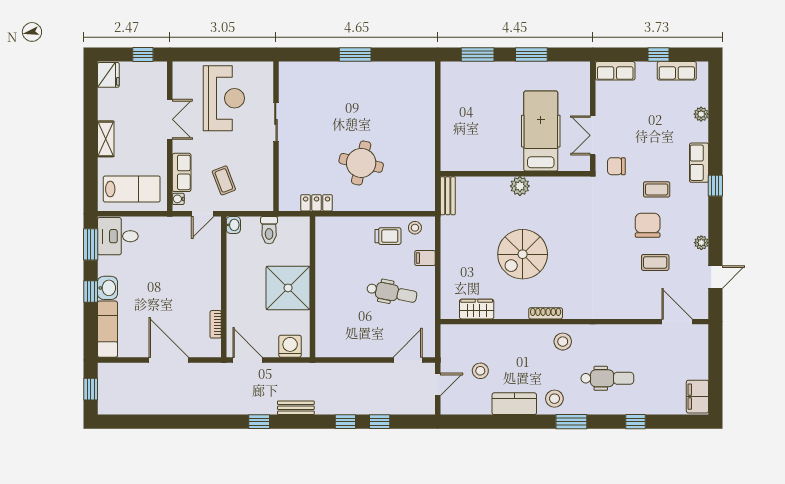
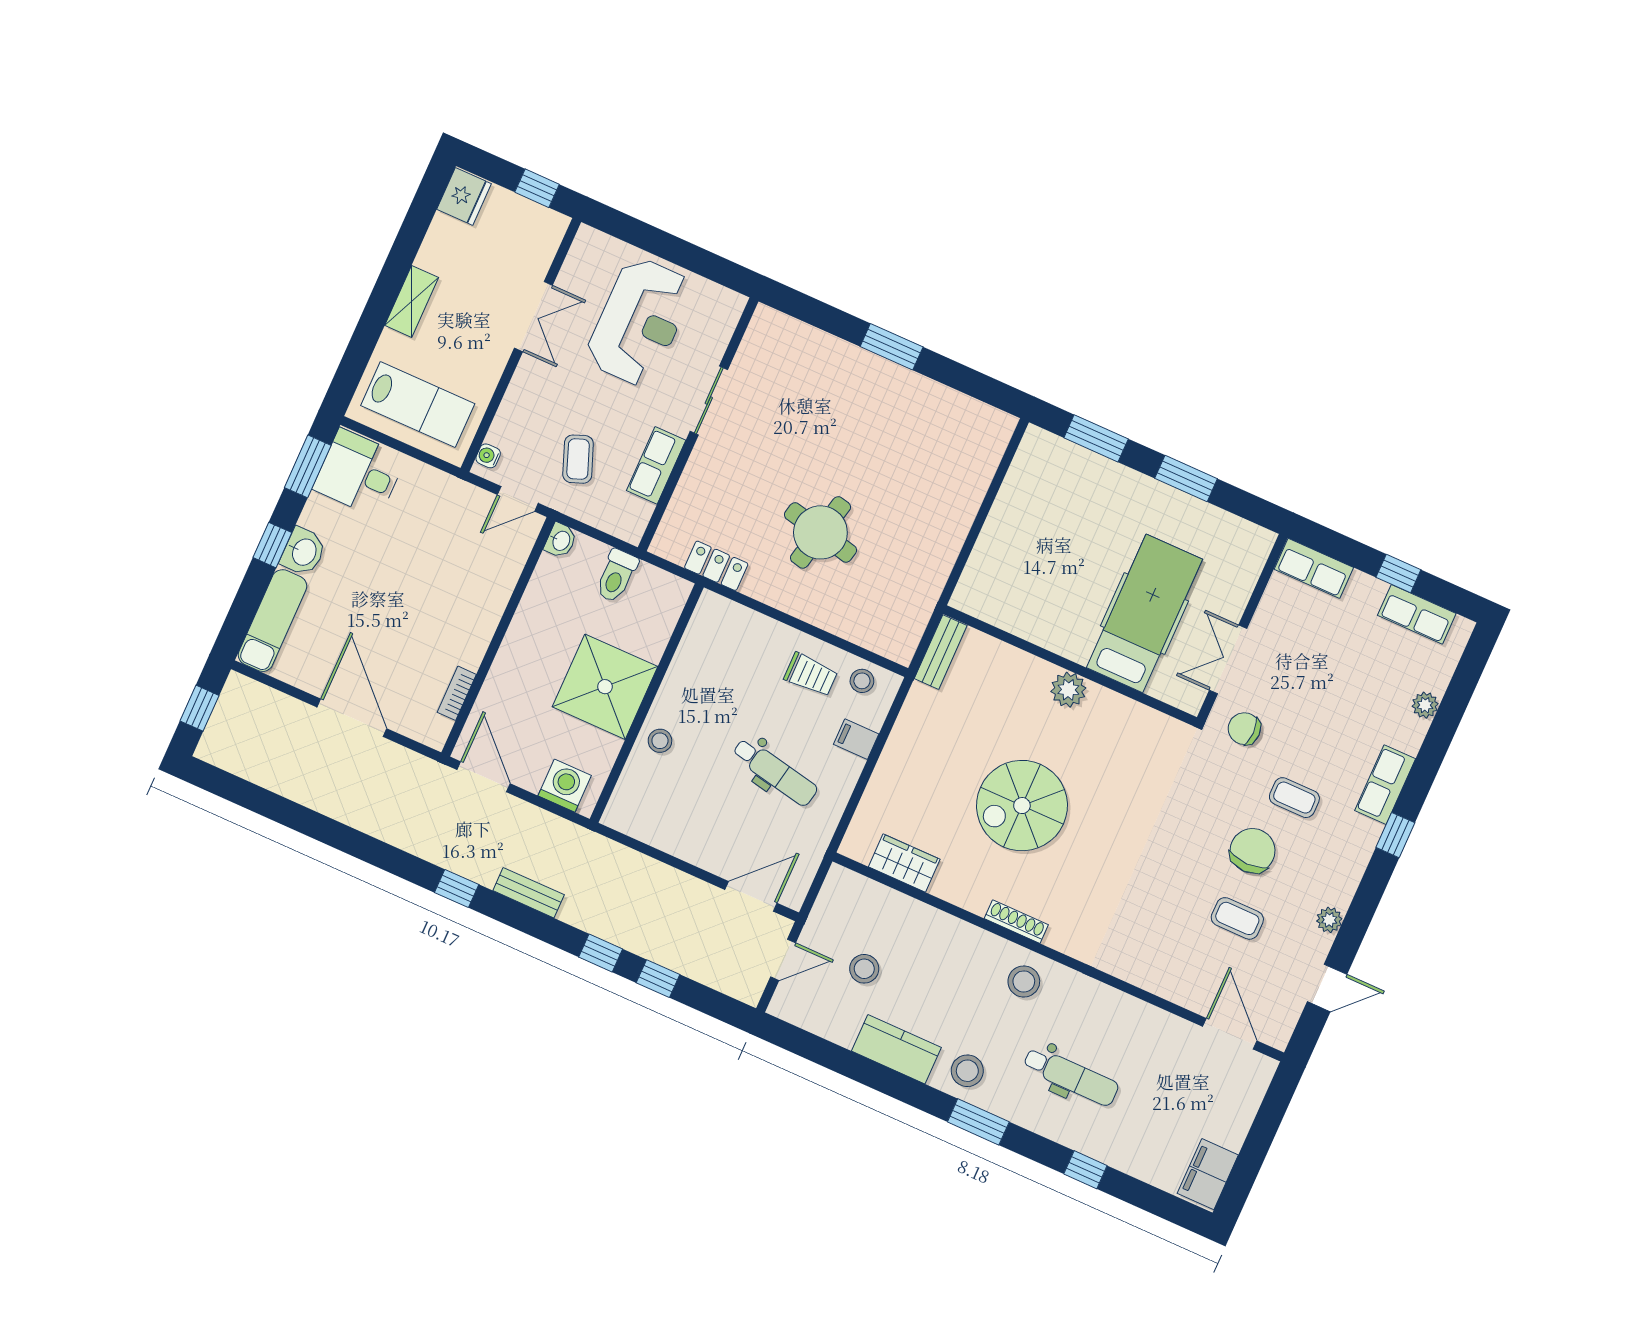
row of seats: (182, 172) -> (656, 465), moved, turned 180
stool: (328, 303) -> (660, 741), added

